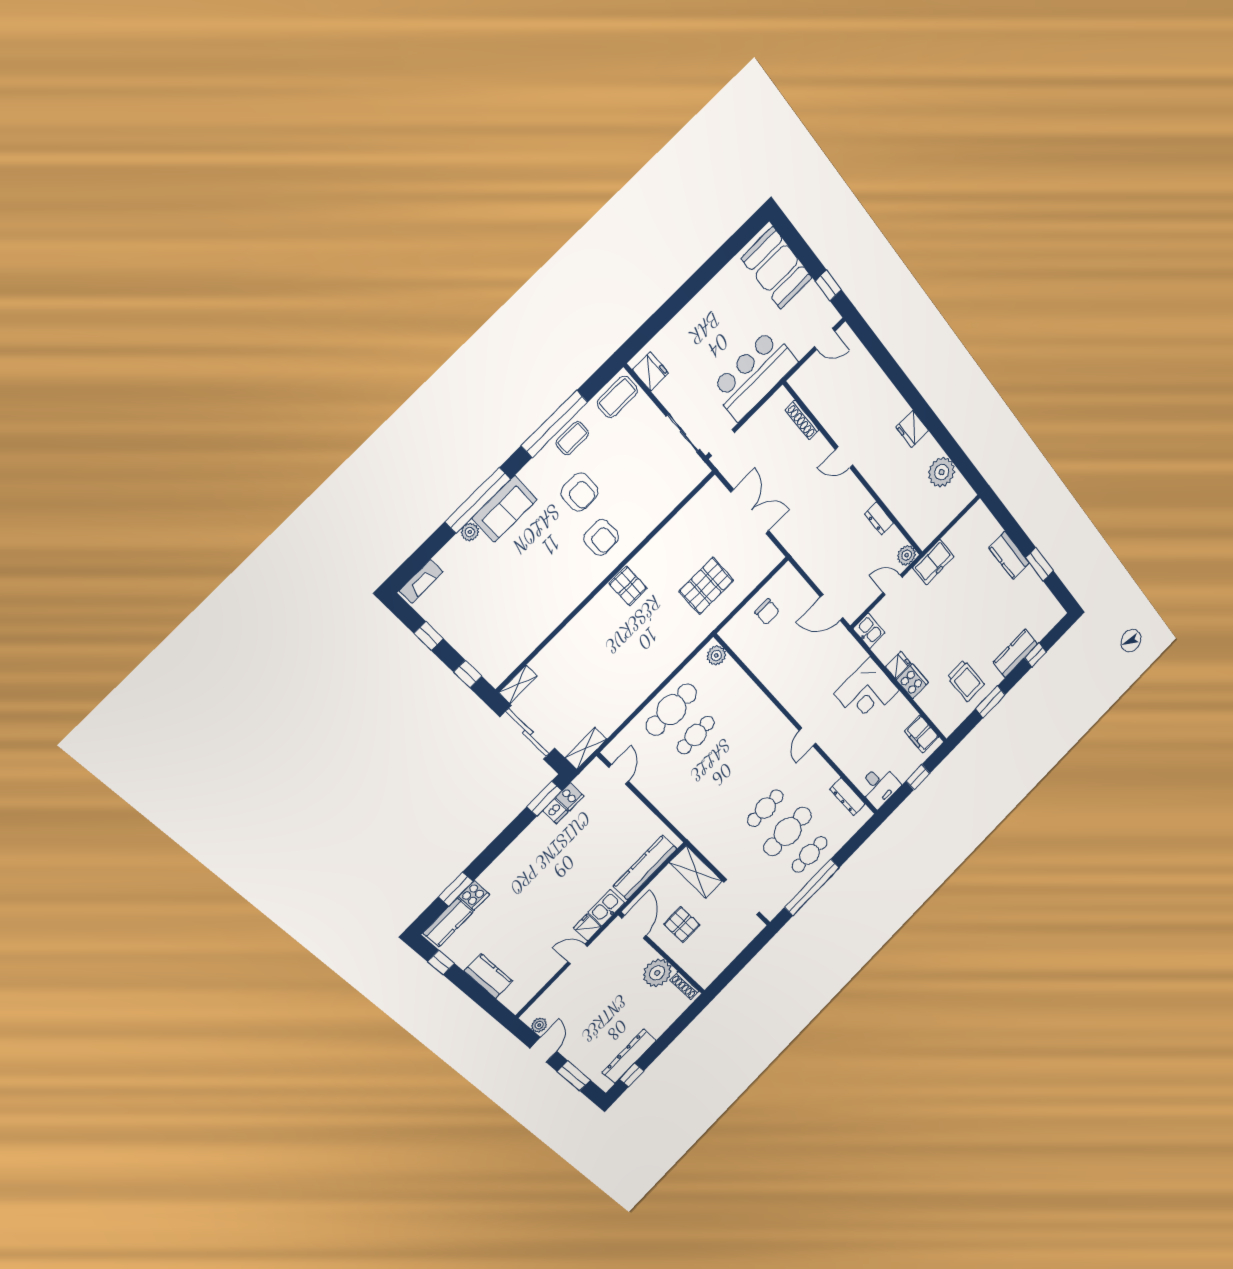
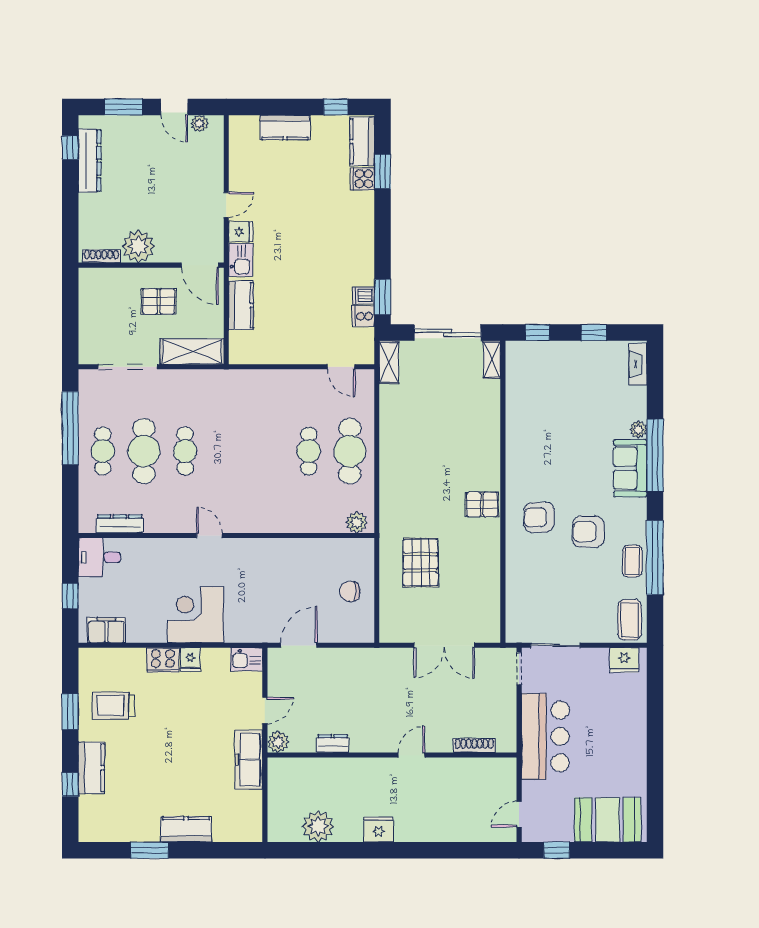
freezer: (933, 562) -> (249, 760), width x1.40
kitchen counter: (645, 868) -> (241, 305), width x0.67

